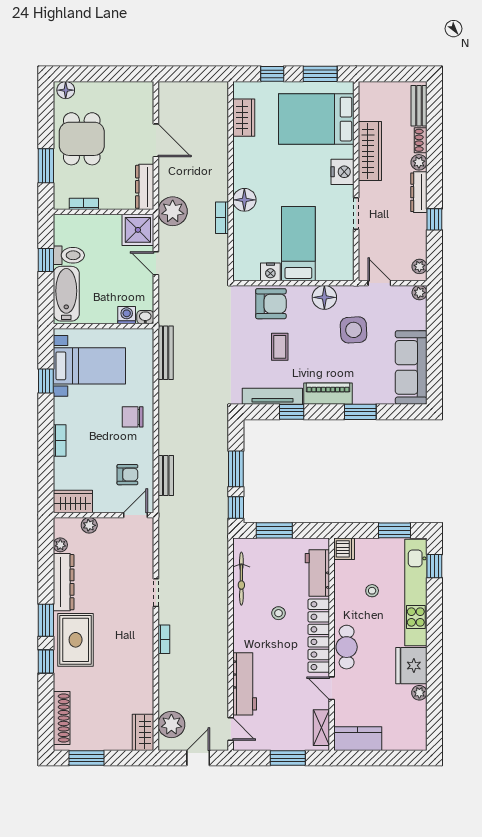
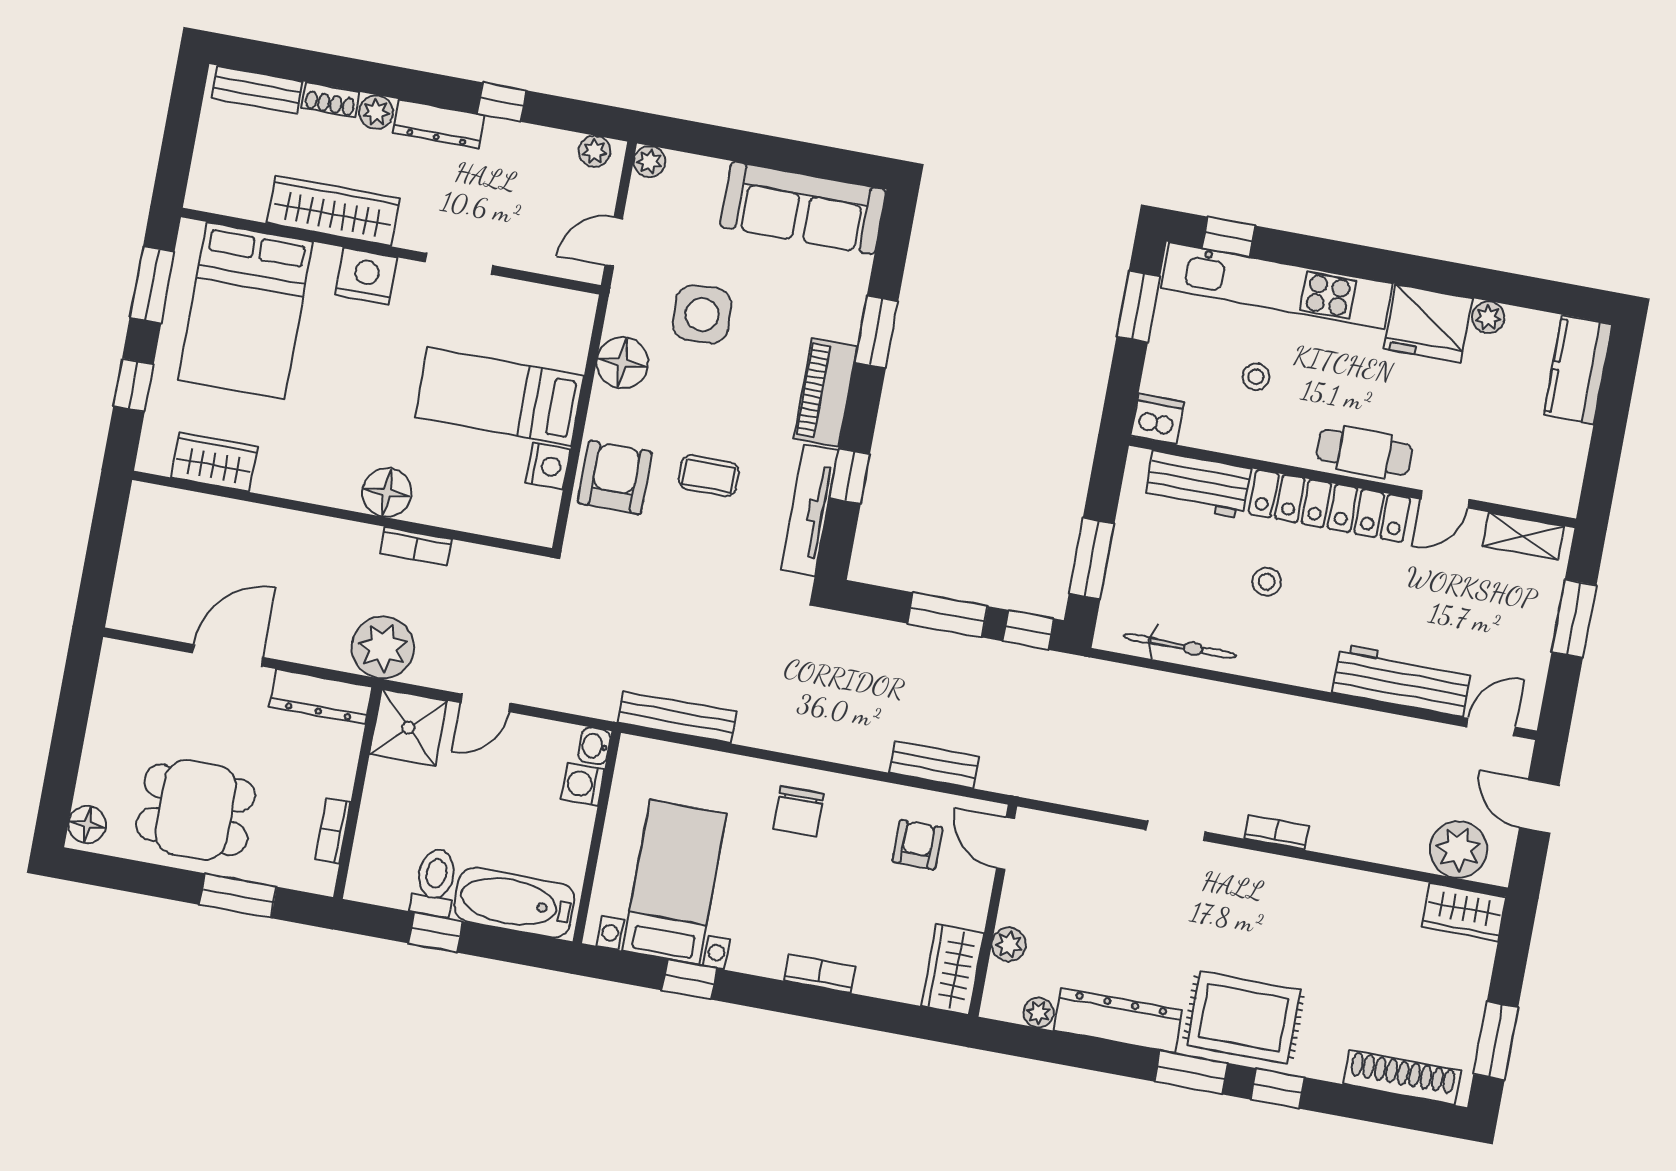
kitchen counter: (358, 739) -> (1578, 369), moved

